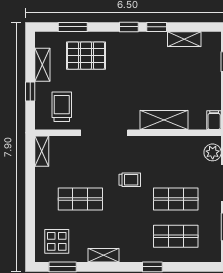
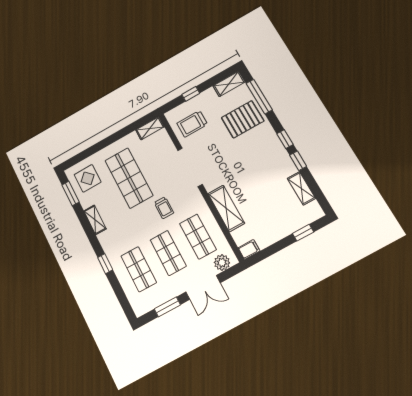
window: (73, 27) -> (259, 97), width x1.44
pallet: (86, 56) -> (243, 119), turned 90
shelving: (42, 65) -> (229, 84), moved
trolley: (62, 107) -> (192, 124), turned 180
shop shelf: (176, 162) -> (198, 236), added
shop shelf: (80, 199) -> (129, 178), width x1.43, depth x1.36

